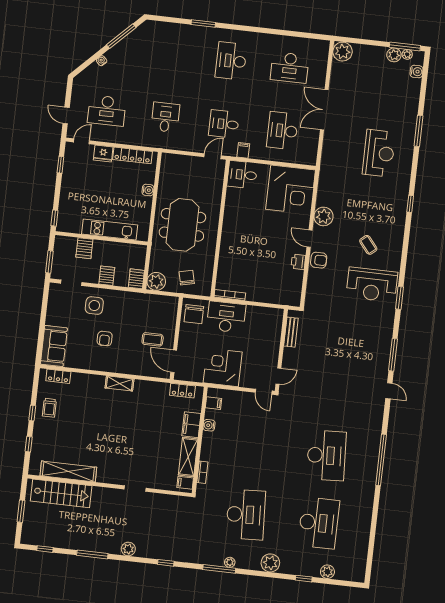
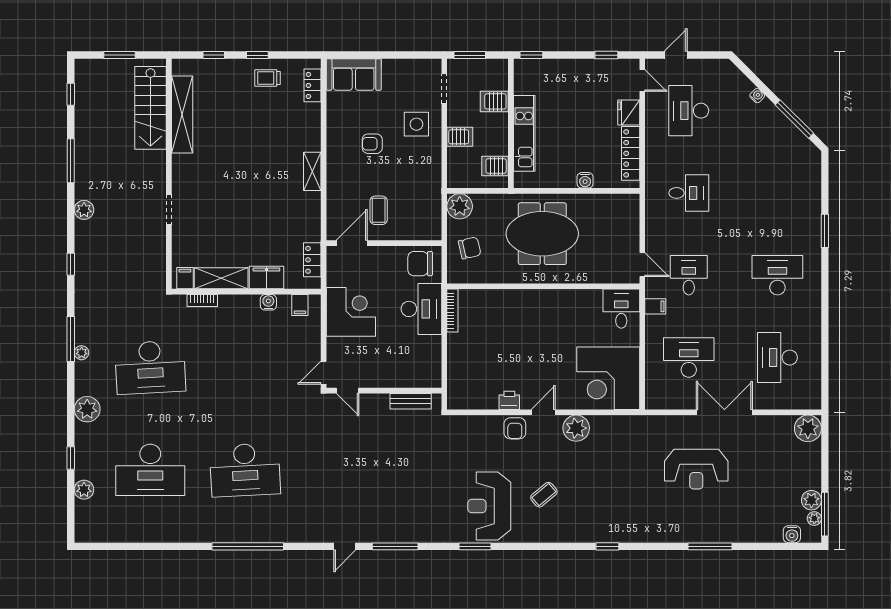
reception desk: (379, 153) -> (696, 469), moved
server rack: (136, 279) -> (495, 166), moved, turned 180

